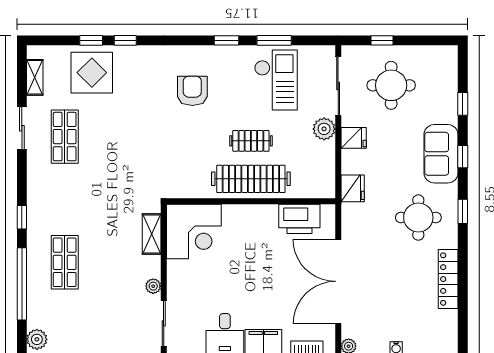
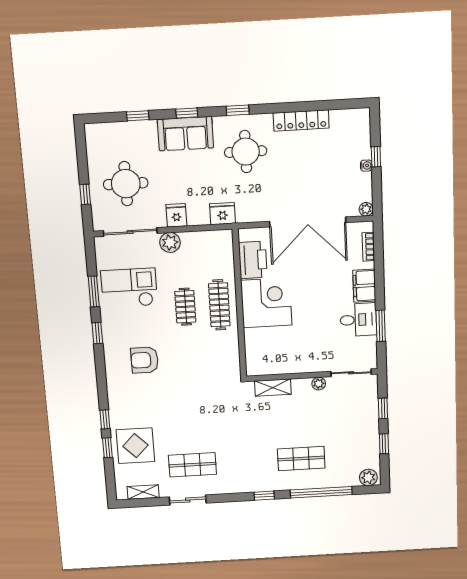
clothes rail: (251, 179) -> (219, 305), width x0.73, depth x0.76
corner desk: (194, 231) -> (266, 303), moved

